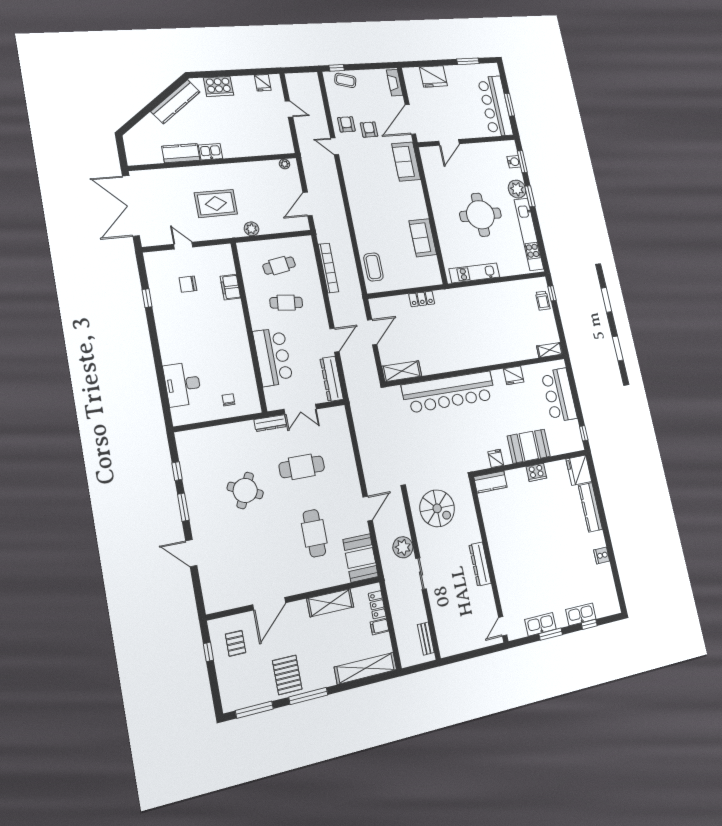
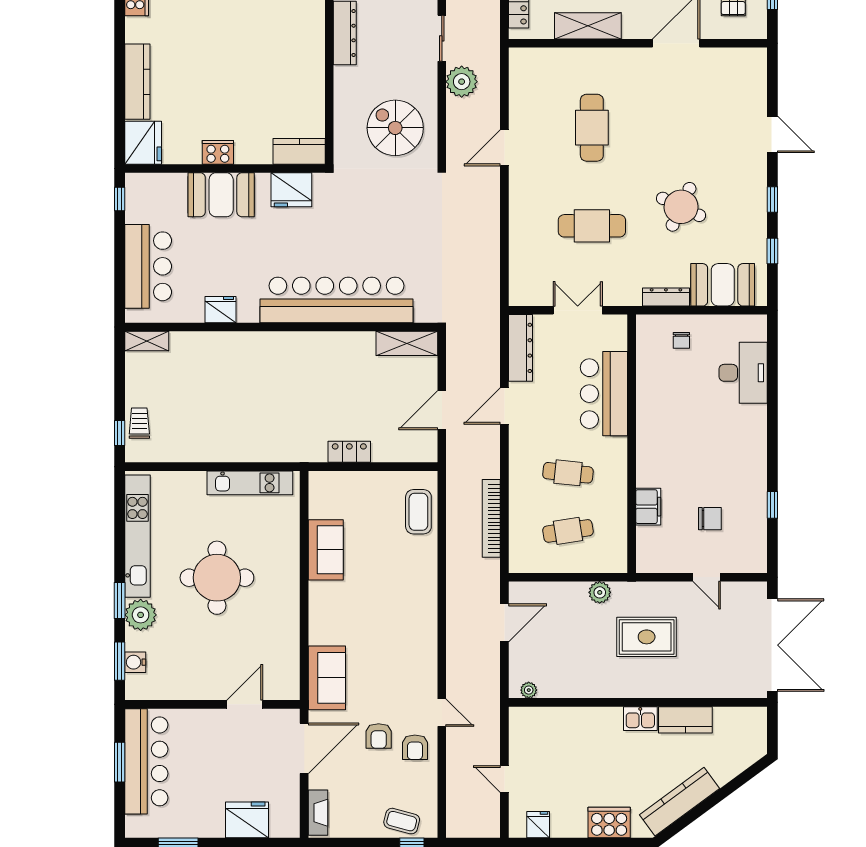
dresser: (270, 423) -> (666, 297), moved
fridge: (496, 458) -> (291, 190), width x1.88, depth x1.34
window: (183, 507) -> (772, 200), width x0.67
booth: (361, 558) -> (723, 285), moved, turned 90

